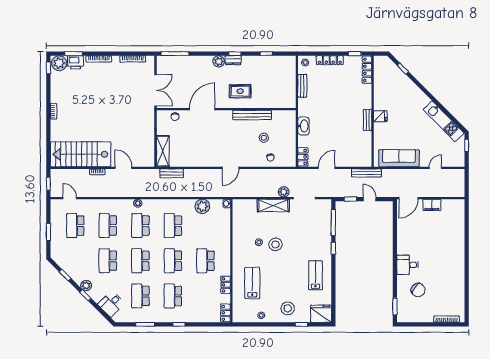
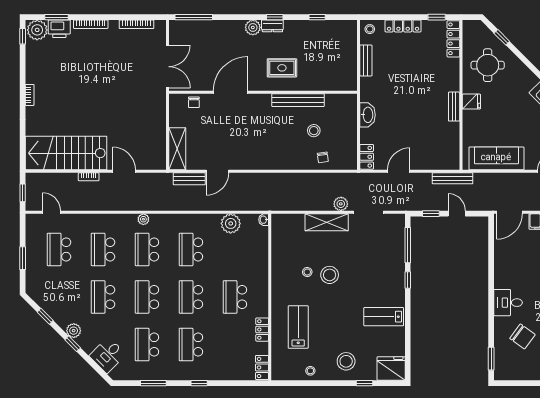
round table: (392, 89) -> (488, 65), added
door: (231, 168) -> (217, 171), moved
lab bench: (315, 275) -> (384, 317), turned -90

